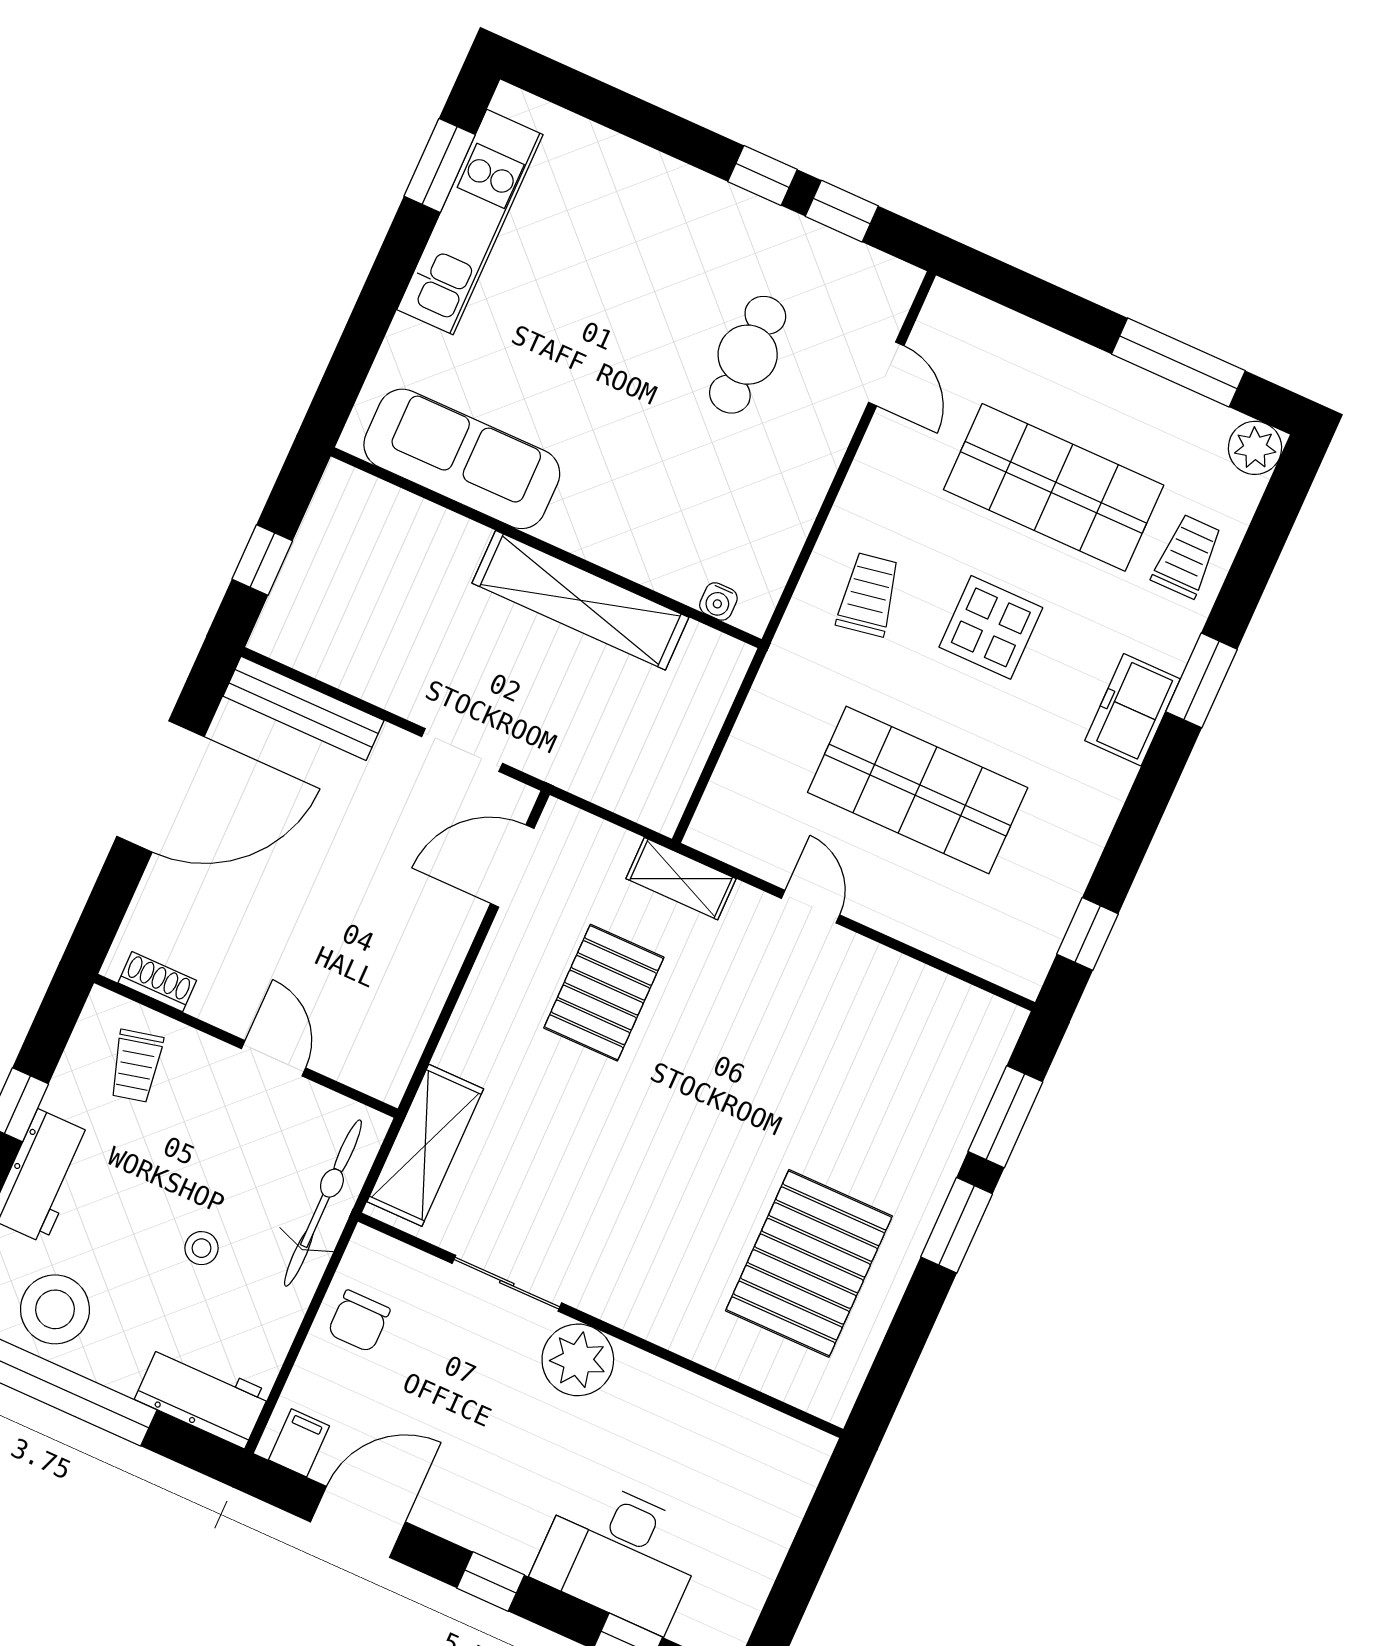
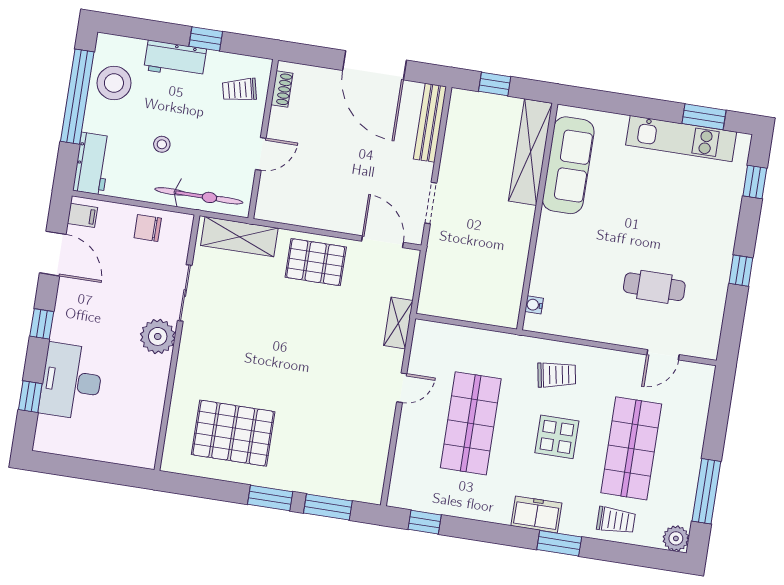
window: (842, 211) -> (755, 182), moved
shelving: (580, 600) -> (530, 152), moved
pallet: (604, 993) -> (316, 262), moved

